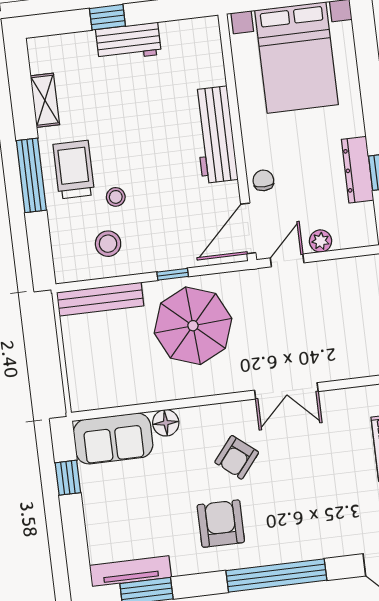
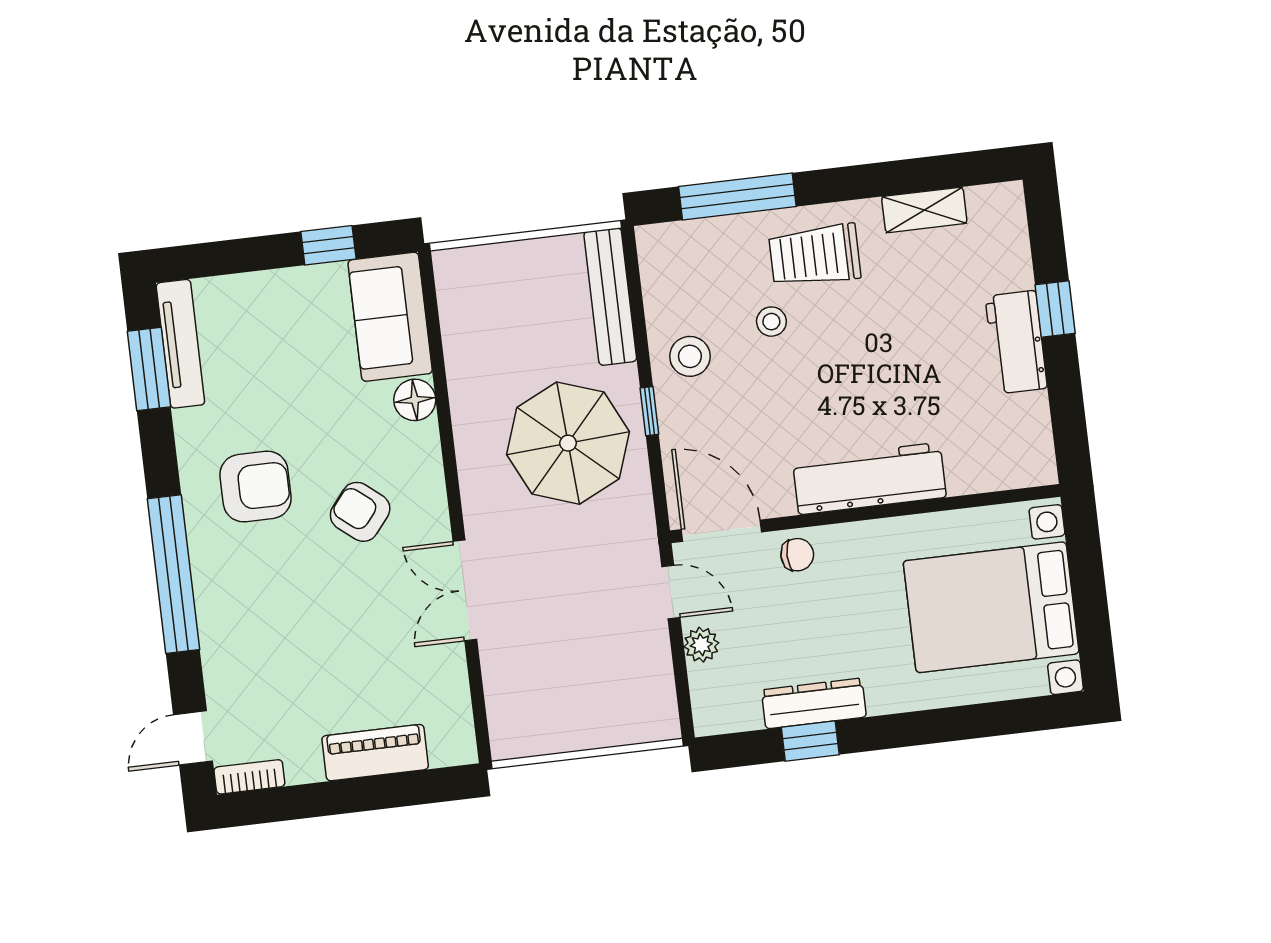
trolley: (74, 170) -> (815, 255), turned 180
window: (31, 175) -> (737, 197), moved
stool: (108, 244) -> (690, 356), moved

